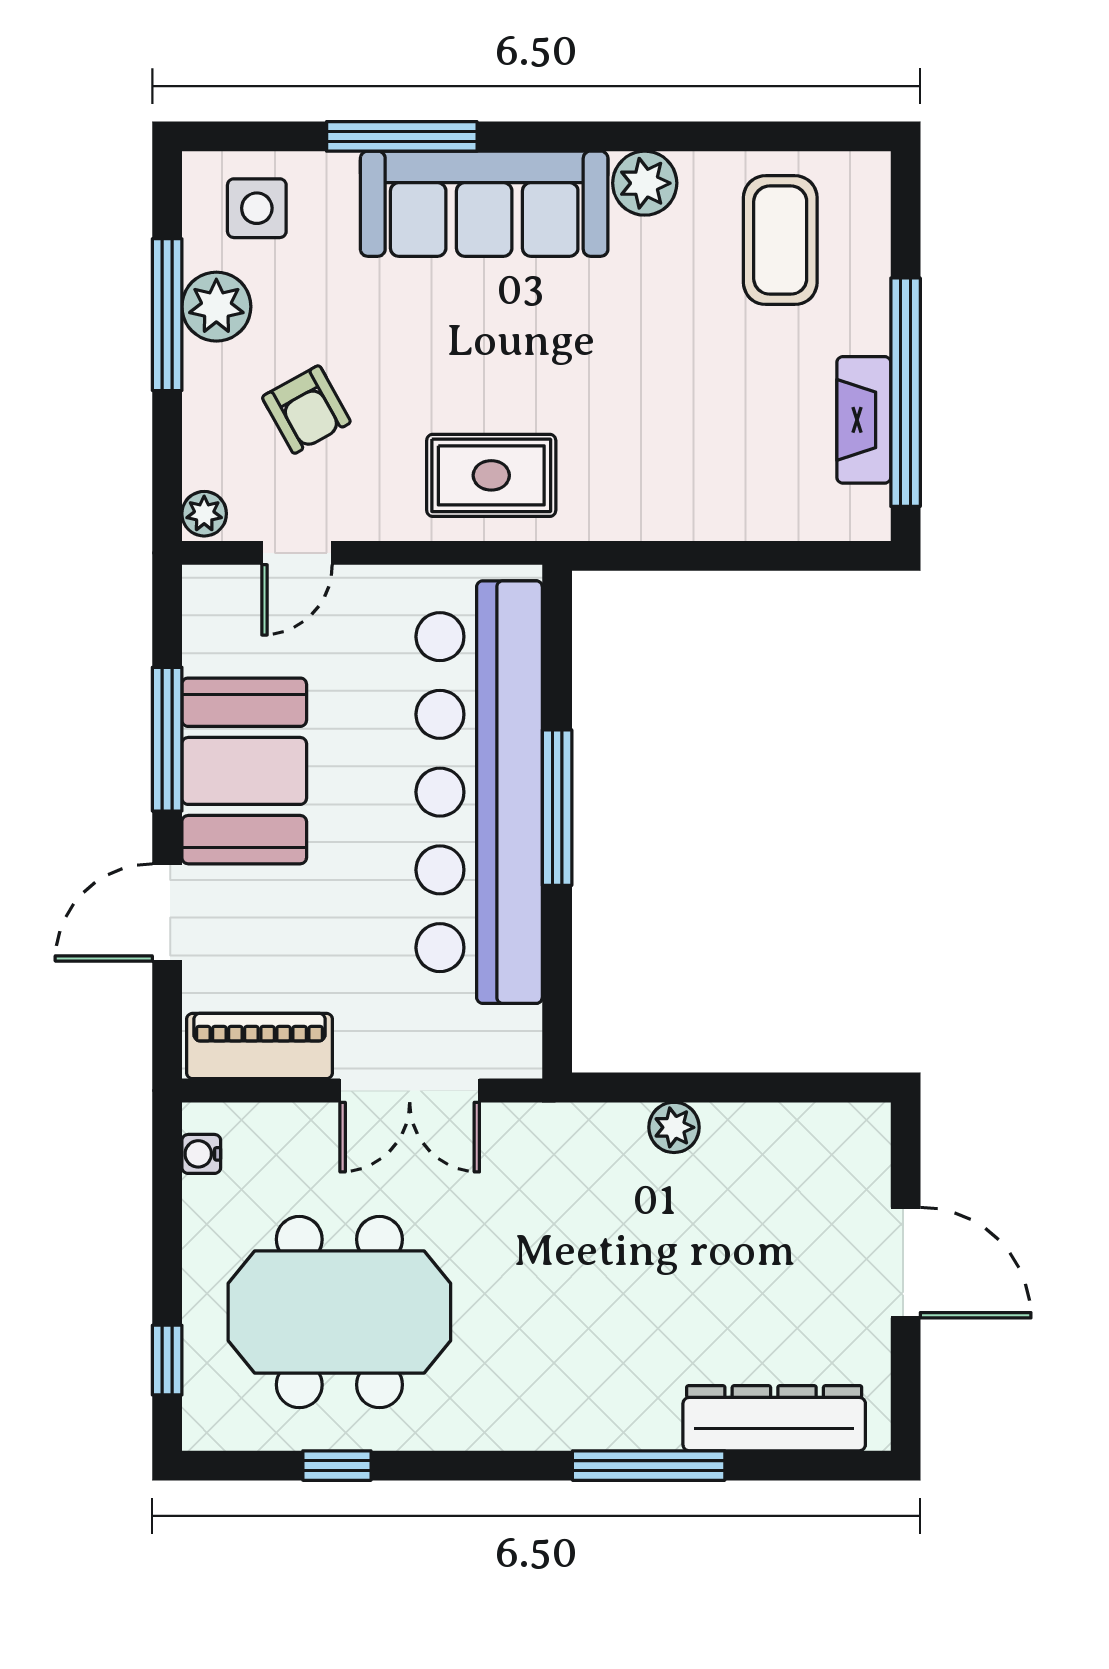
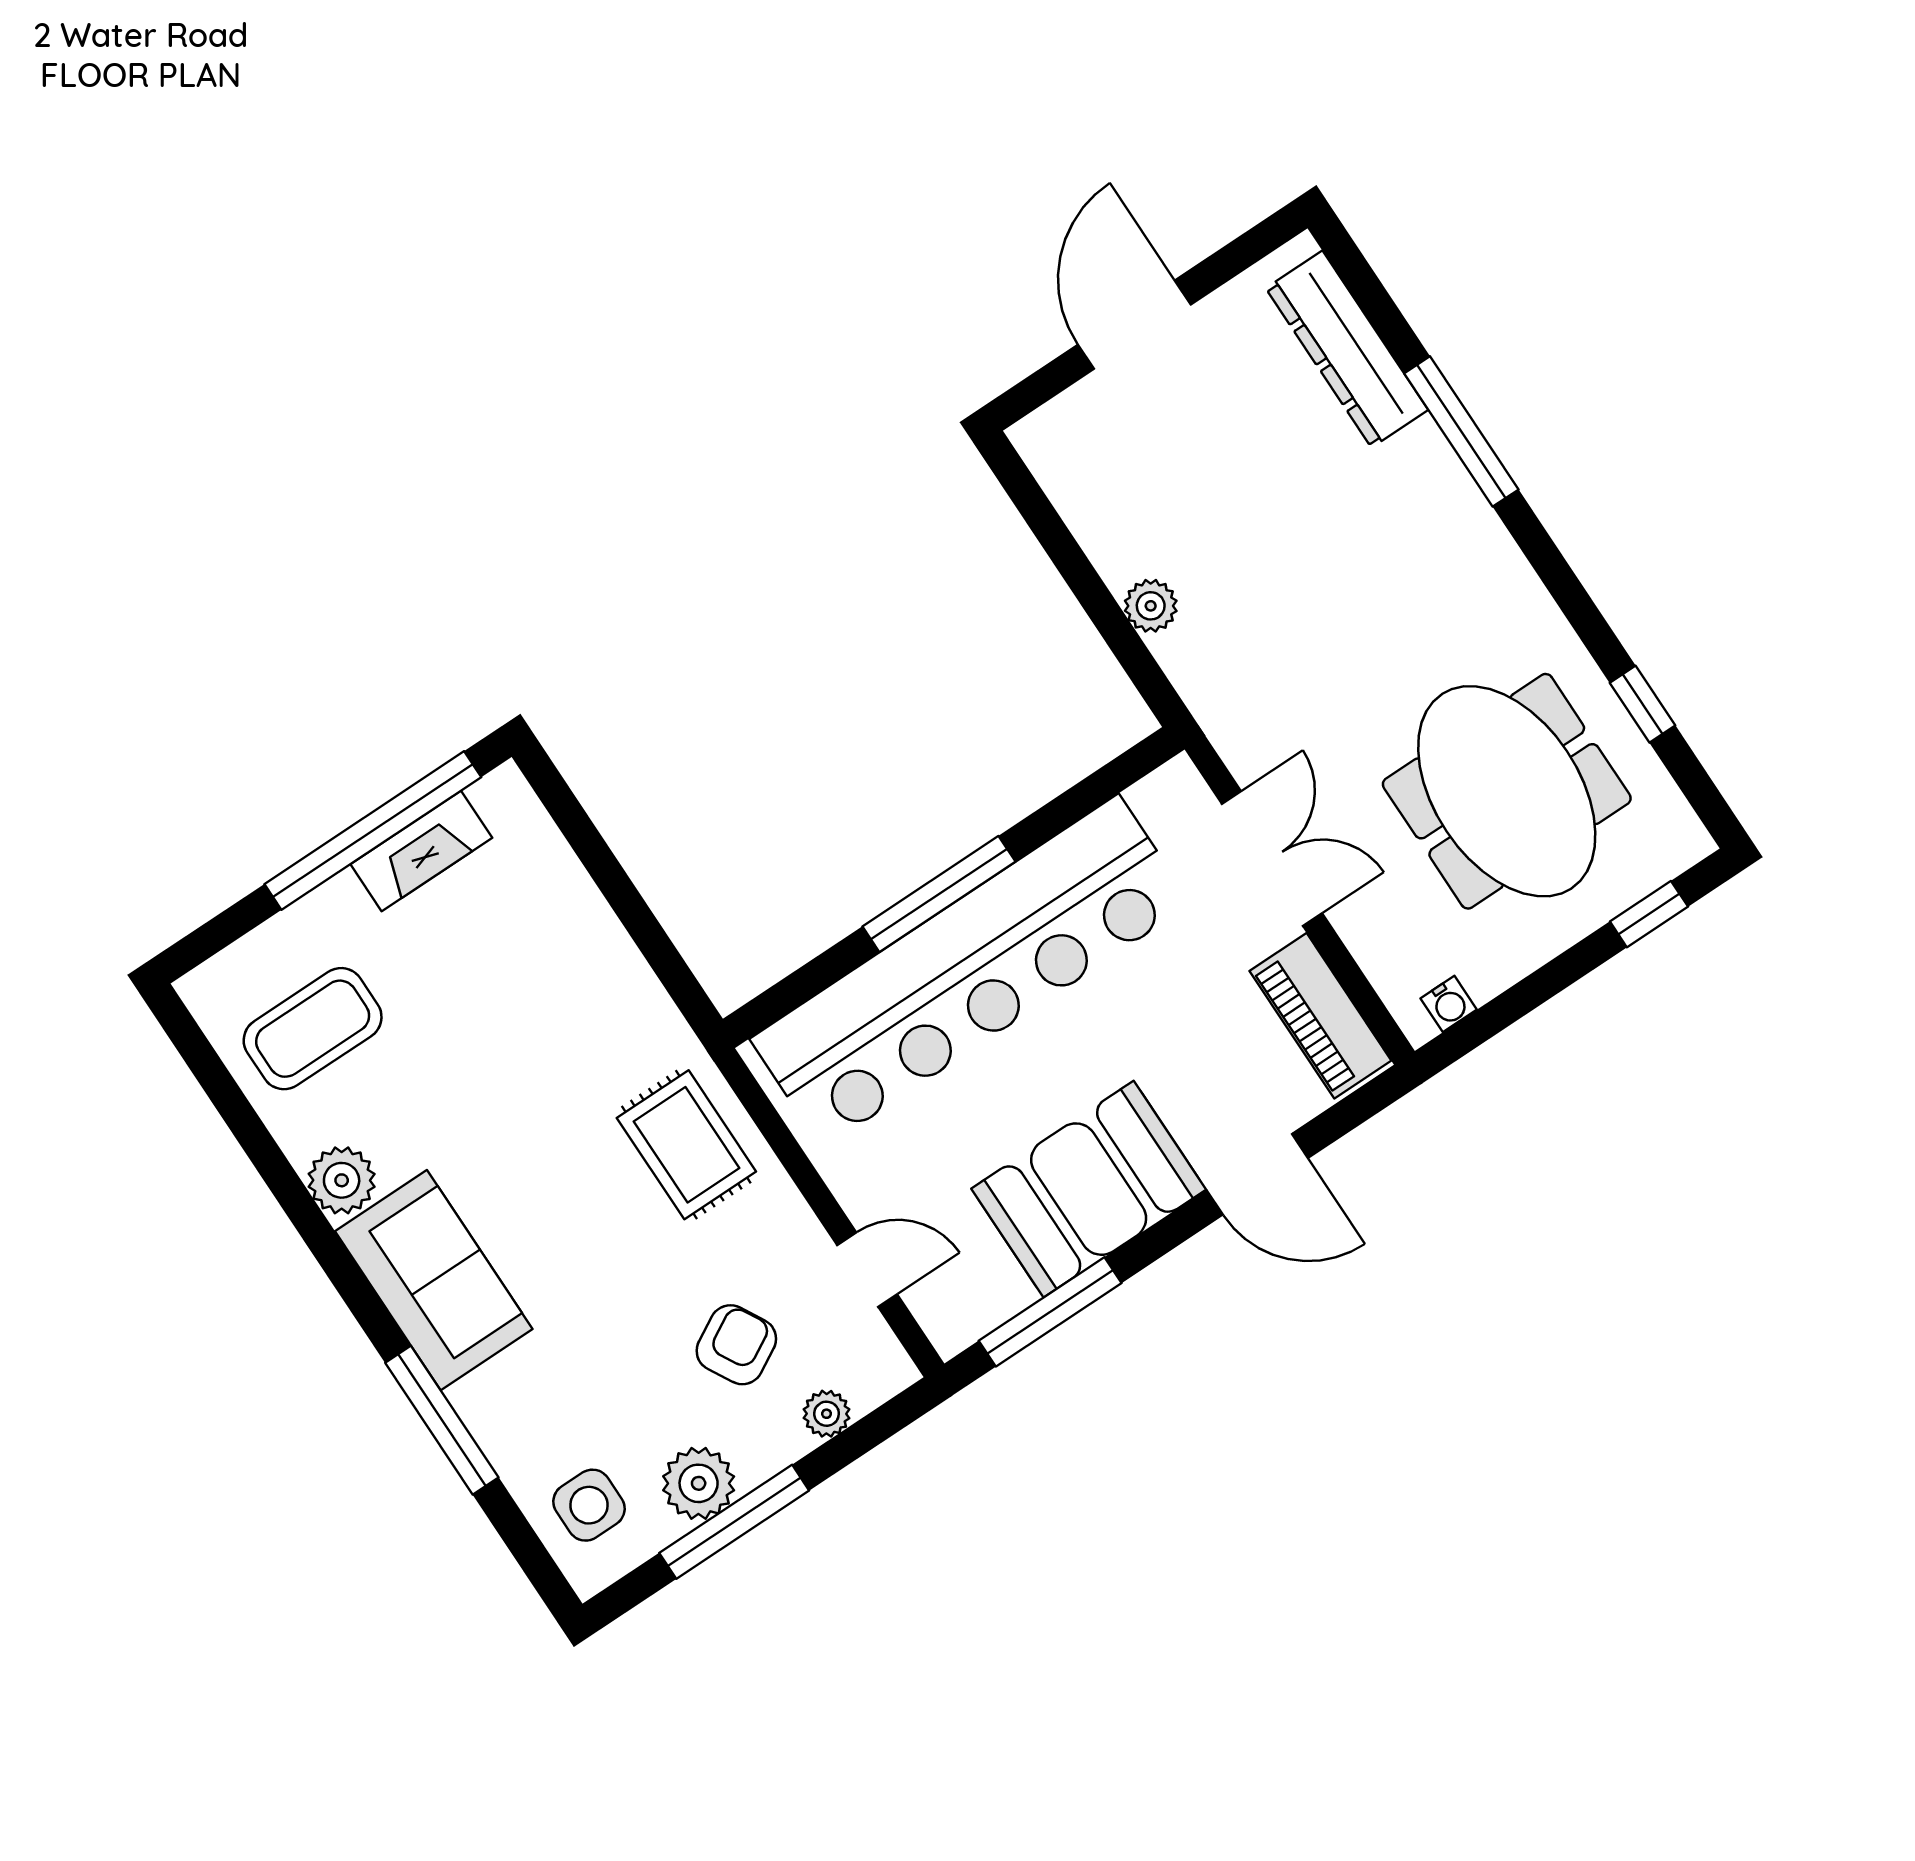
sofa: (484, 204) -> (434, 1280), width x0.73
plant: (204, 514) -> (827, 1414), moved
window: (167, 739) -> (1050, 1312), moved

